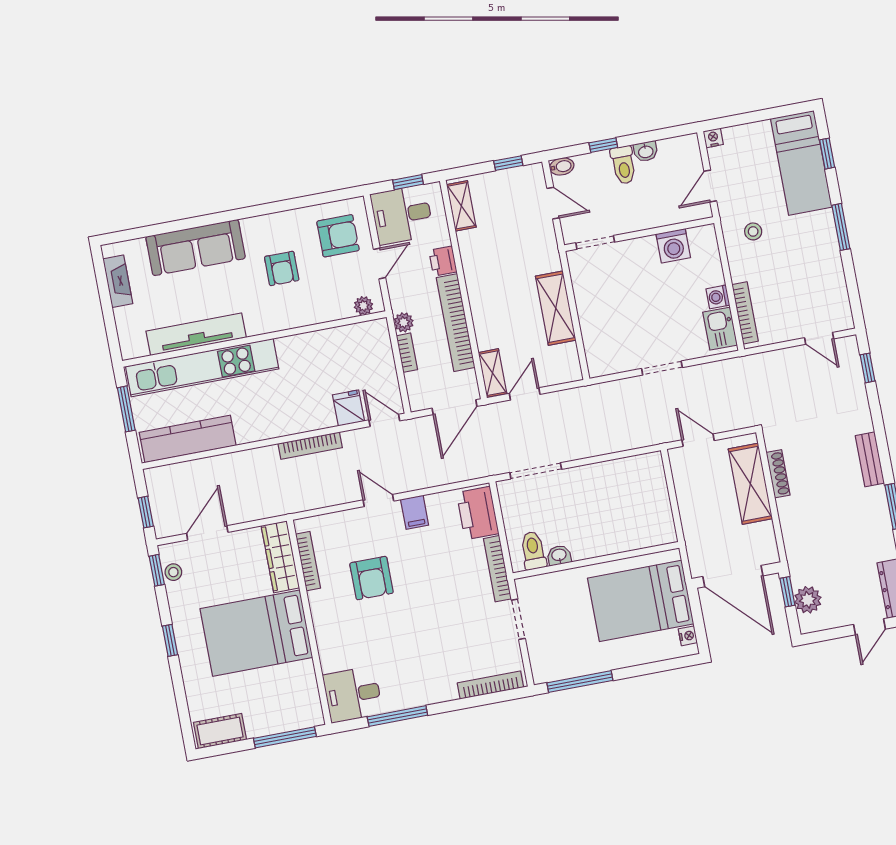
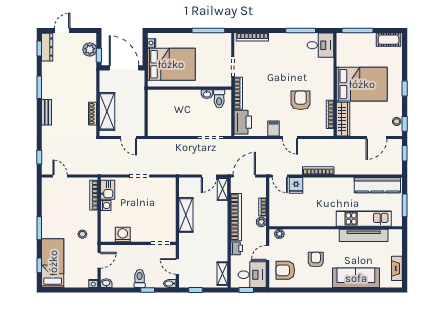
washbasin: (646, 151) -> (106, 283), moved
kitchen unit: (202, 368) -> (364, 219), width x0.73

